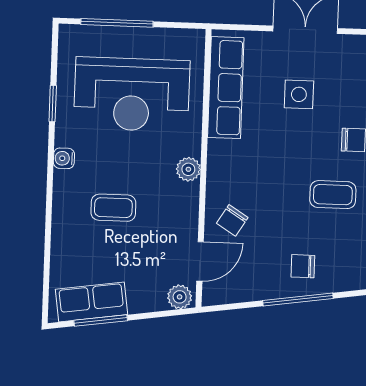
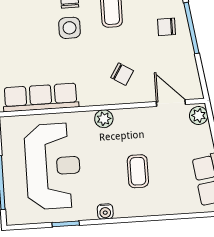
side table: (299, 94) -> (70, 28), moved
chair: (232, 220) -> (122, 74), moved
chair: (303, 266) -> (167, 27), turned 90

